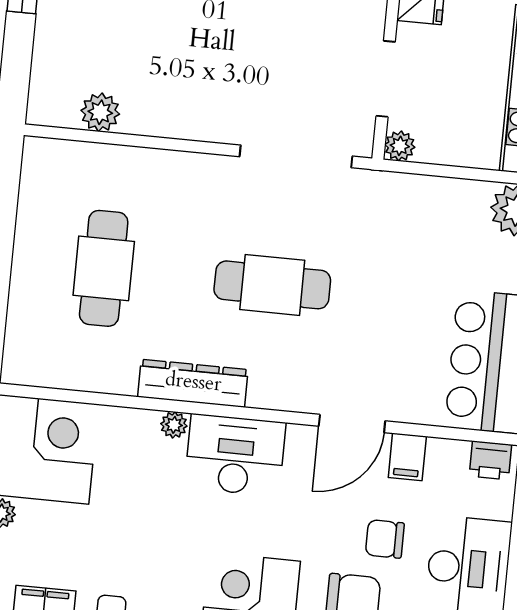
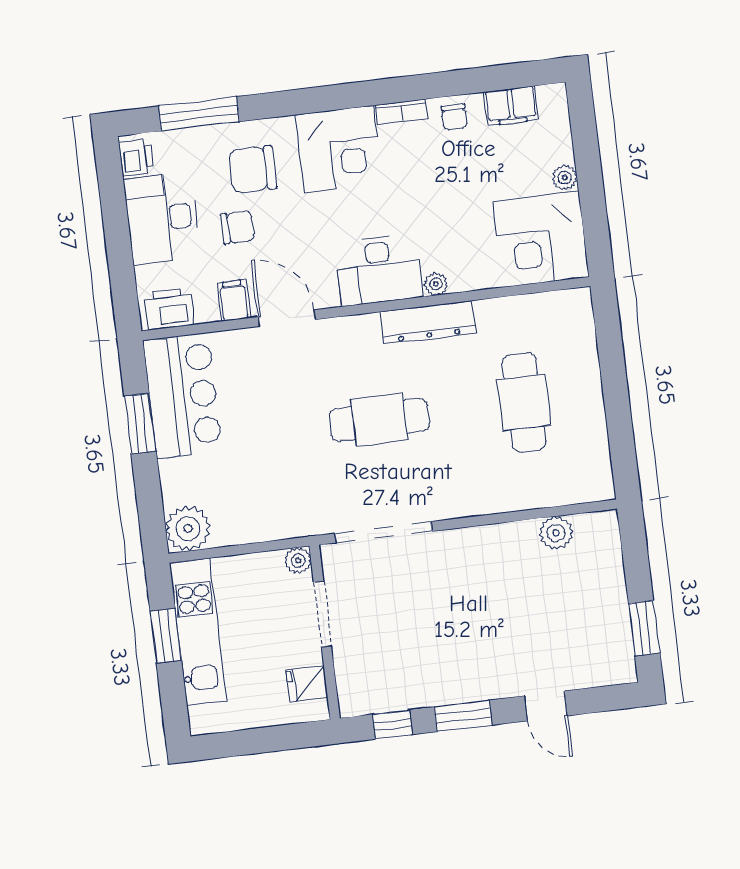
door: (352, 424) -> (287, 318), hinge flipped
printer: (490, 460) -> (169, 309), width x1.36, depth x1.24

